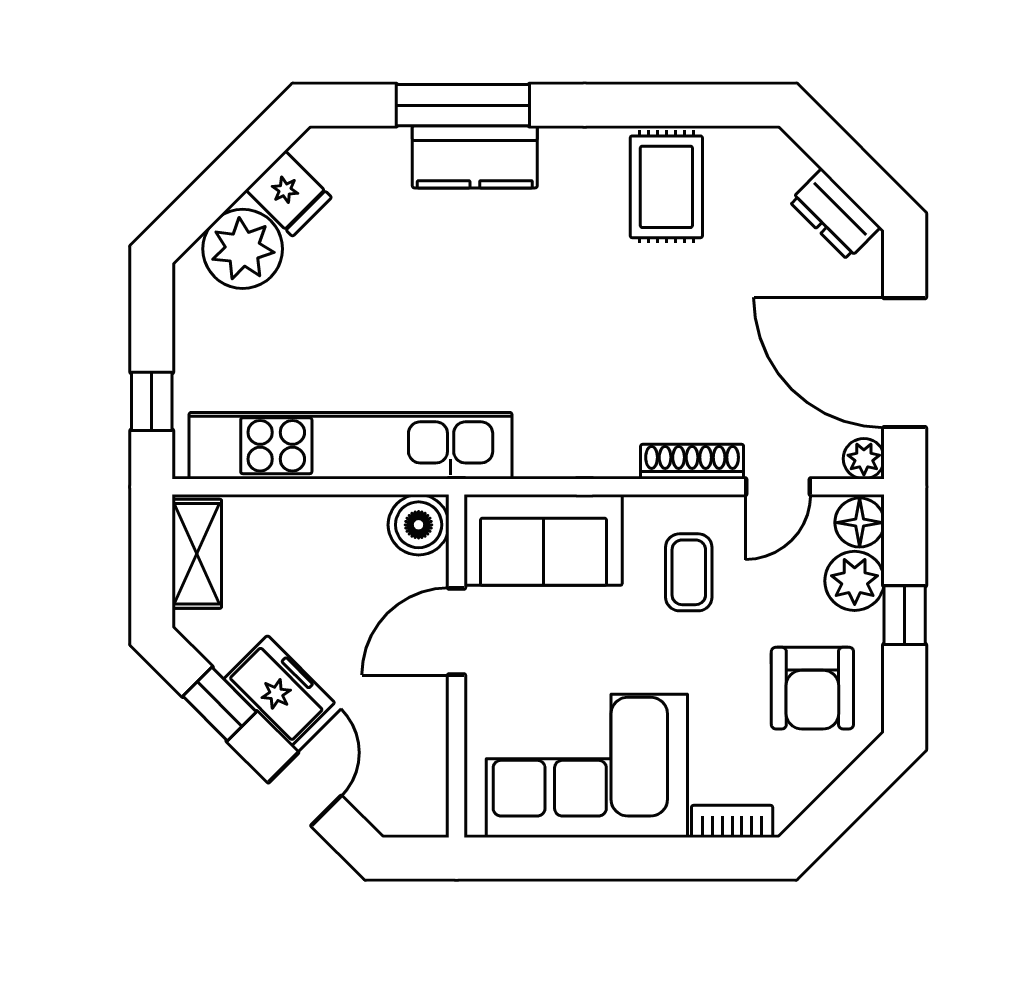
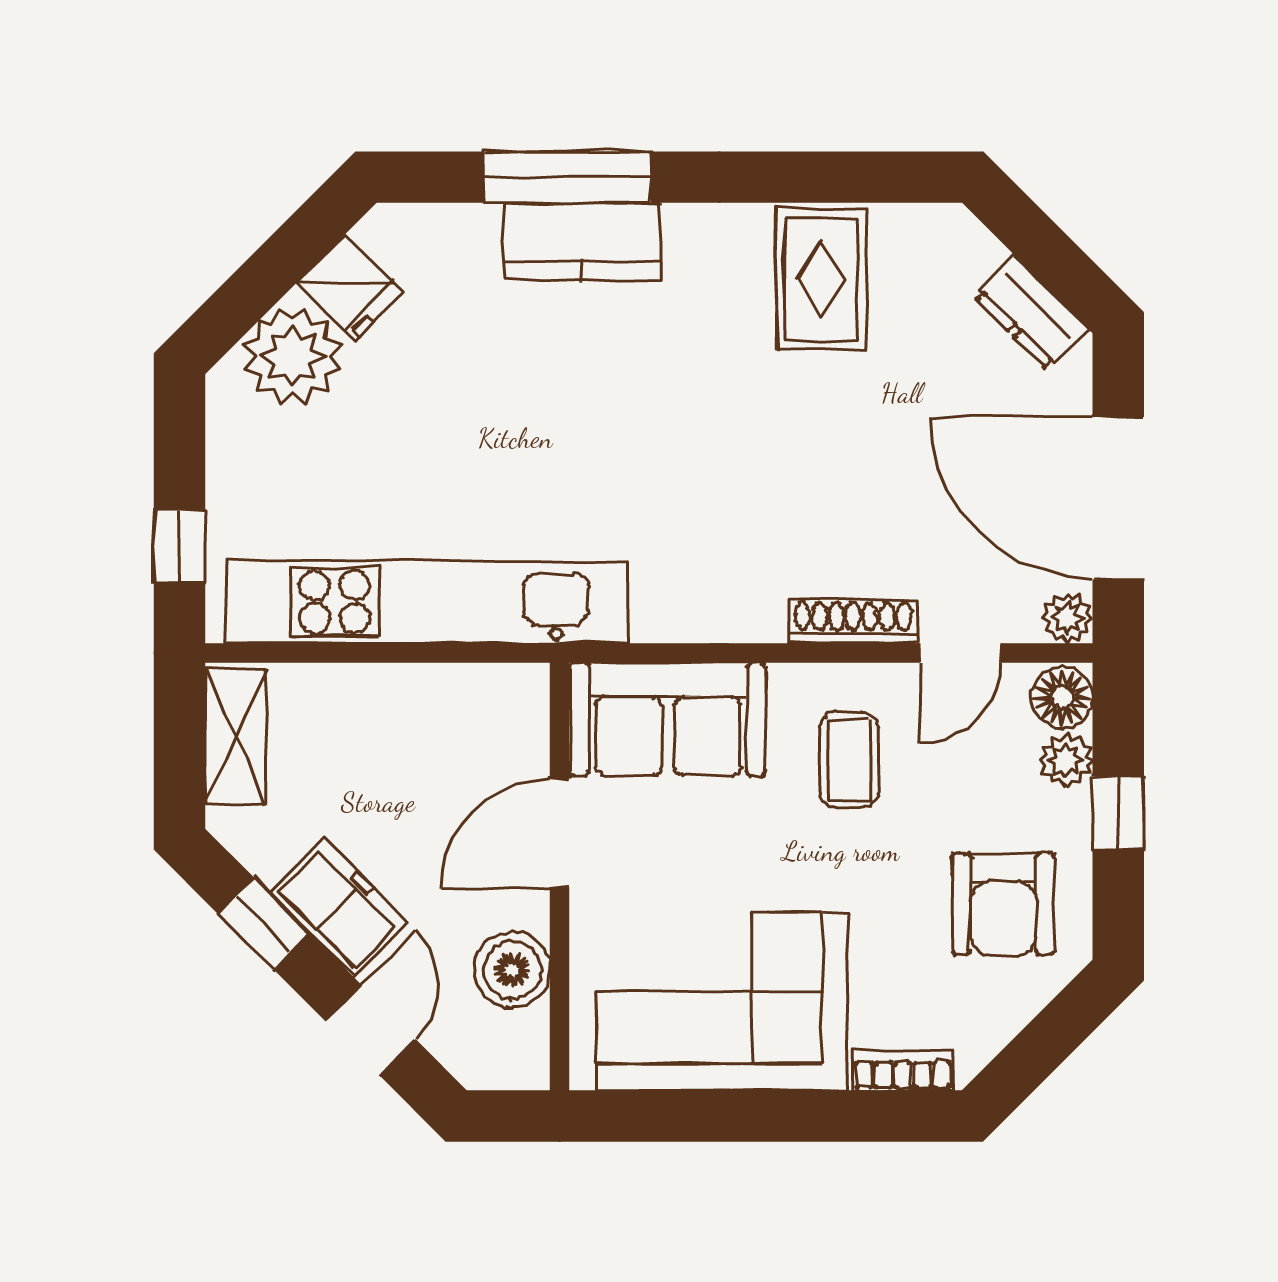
boiler: (419, 525) -> (512, 970), moved
plant: (855, 581) -> (1066, 760), width x0.73, depth x0.73

